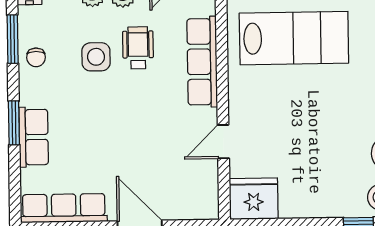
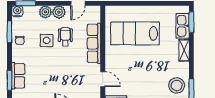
lab bench: (294, 38) -> (135, 33), turned 180
window: (14, 123) -> (9, 80), moved
door: (223, 142) -> (103, 79), swing flipped

